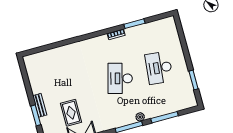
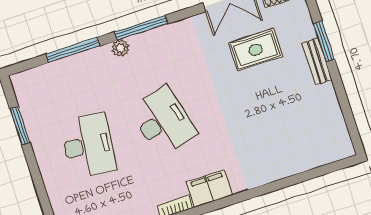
filing cabinet: (98, 43) -> (210, 188), added
desk: (120, 78) -> (163, 121), turned -30
rug: (71, 113) -> (256, 50), turned 90

